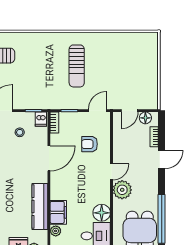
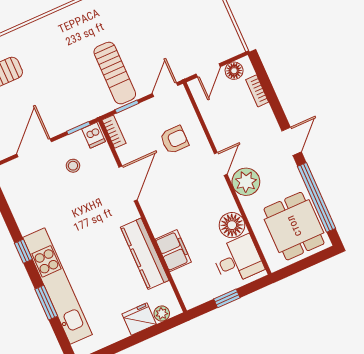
sun lounger: (77, 66) -> (115, 73), moved
armchair: (90, 144) -> (174, 140), turned 180
door: (162, 160) -> (292, 141), moved
plant: (56, 231) -> (181, 277), removed

